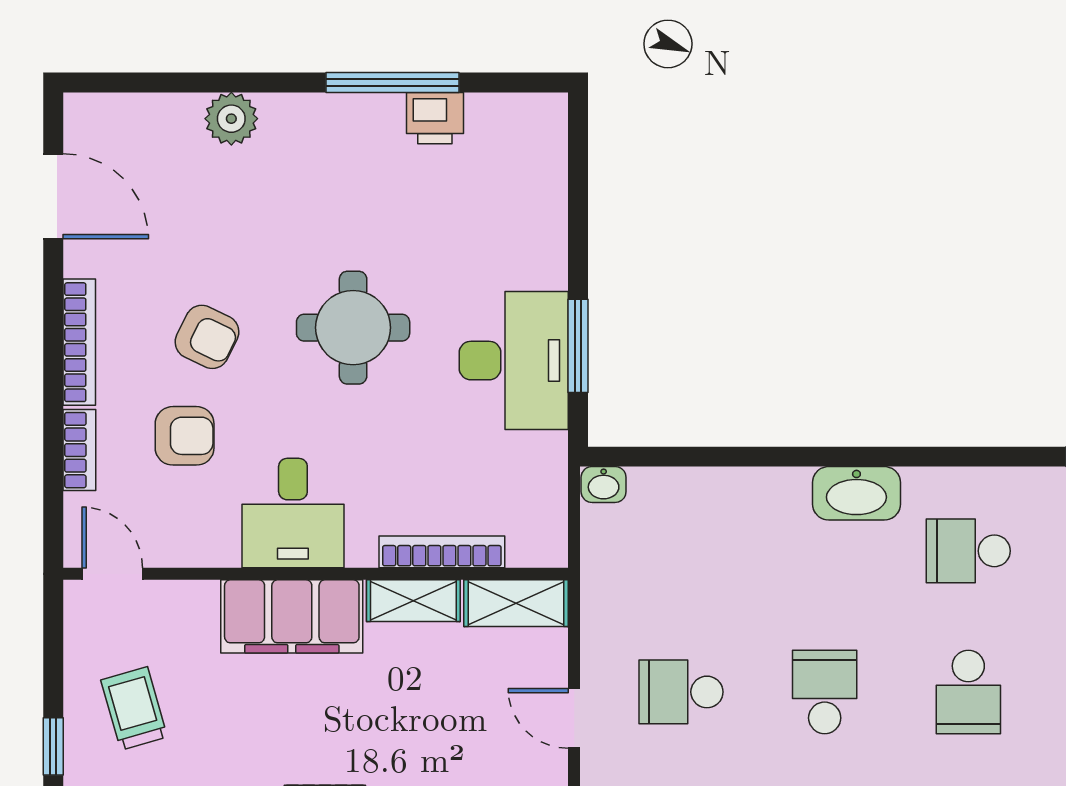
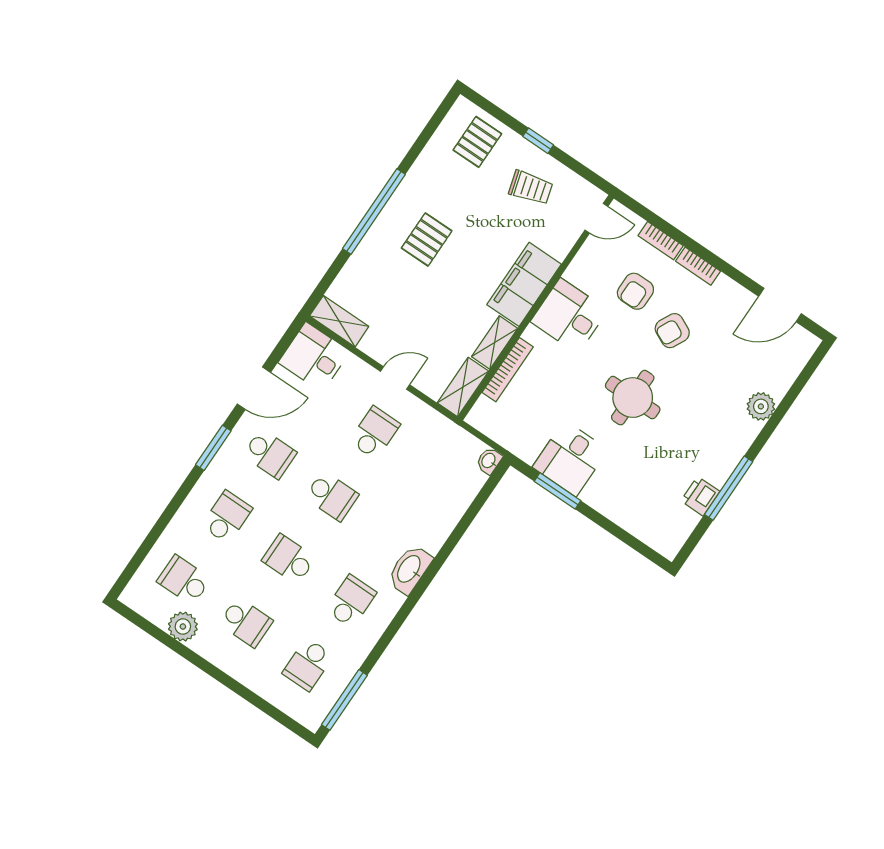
bookcase: (79, 342) -> (698, 266), width x0.64
desk: (514, 361) -> (570, 458), width x0.73

